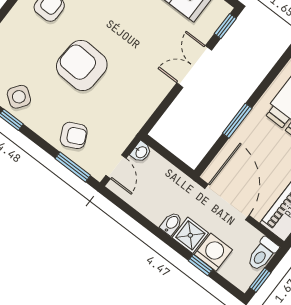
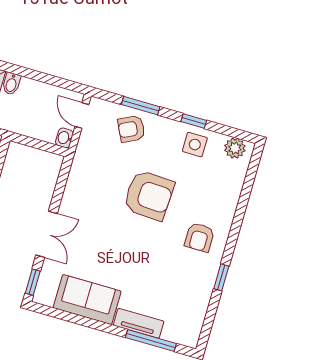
side table: (19, 97) -> (195, 145), turned -36
window: (73, 167) -> (141, 106), moved

